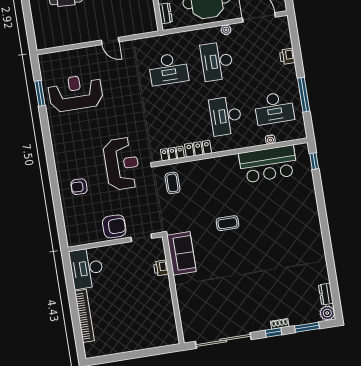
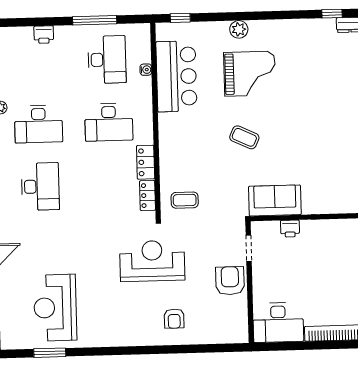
plant: (311, 208) -> (239, 29), added
grand piano: (278, 221) -> (250, 74), added
coffee table: (227, 223) -> (244, 137), turned -65
window: (333, 279) -> (332, 14), added

